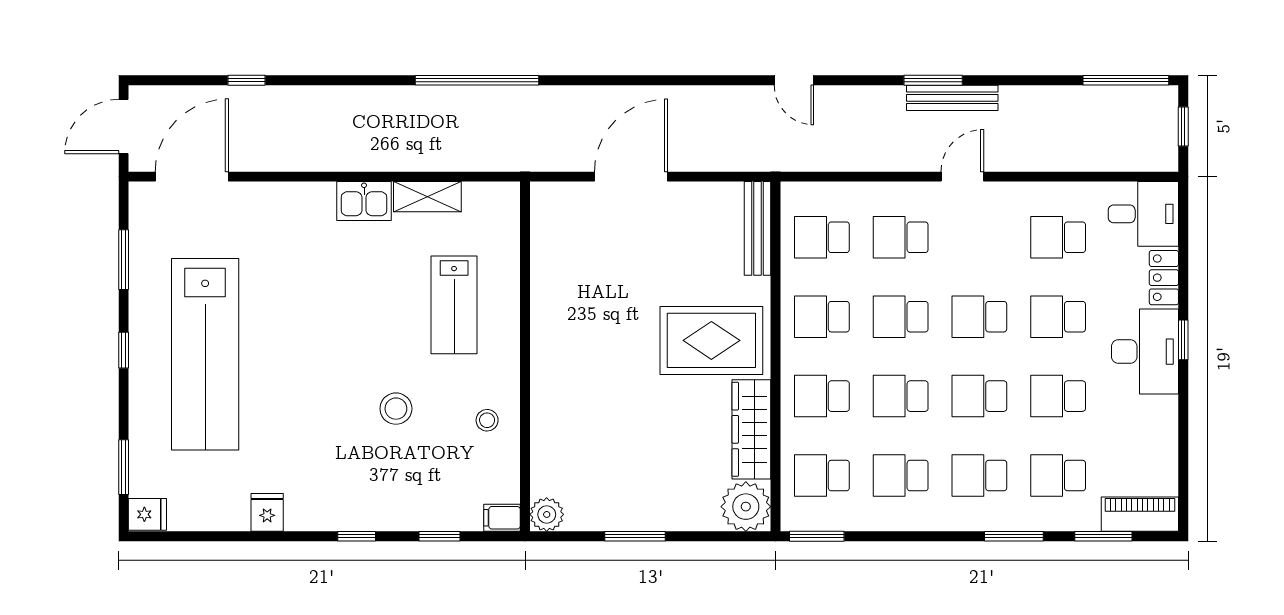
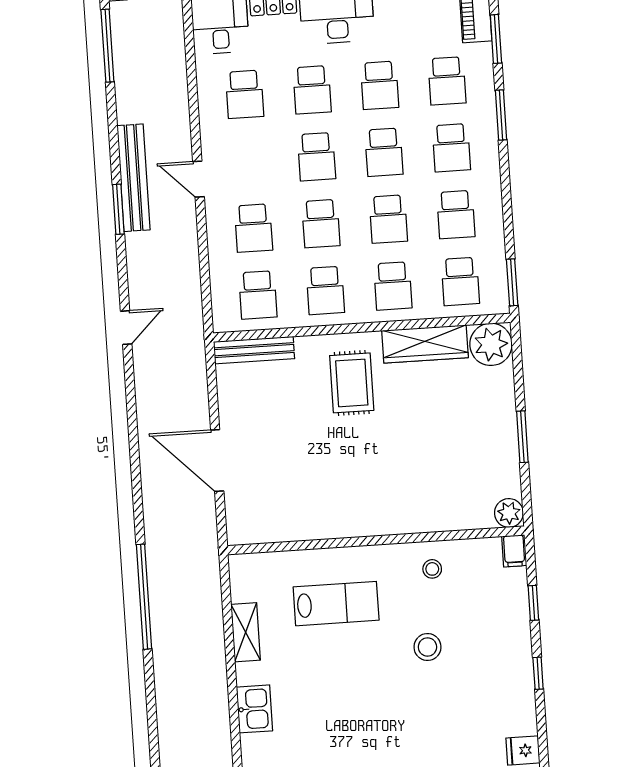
bench: (952, 98) -> (134, 178), width x1.37, depth x1.21
kitchen sink: (364, 201) -> (255, 709), moved
rug: (711, 340) -> (352, 383), width x0.73, depth x0.70

